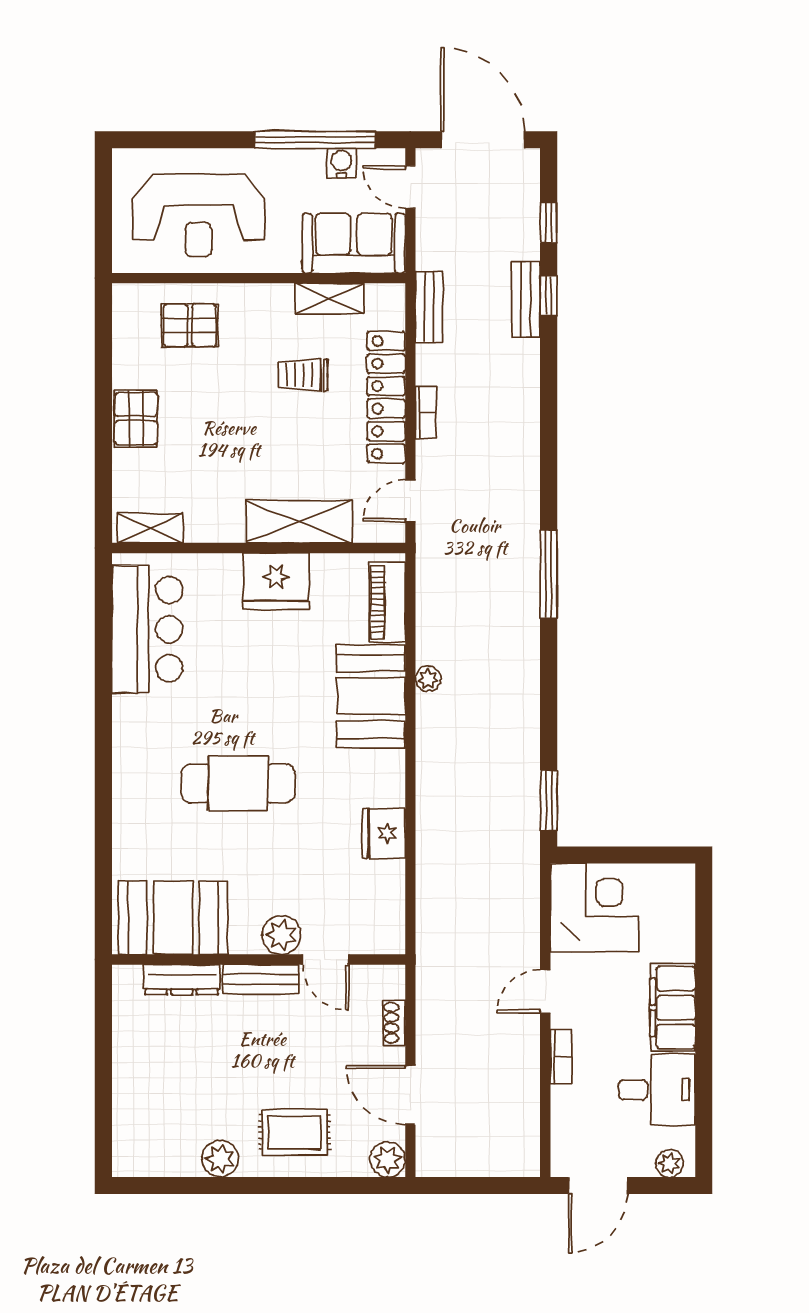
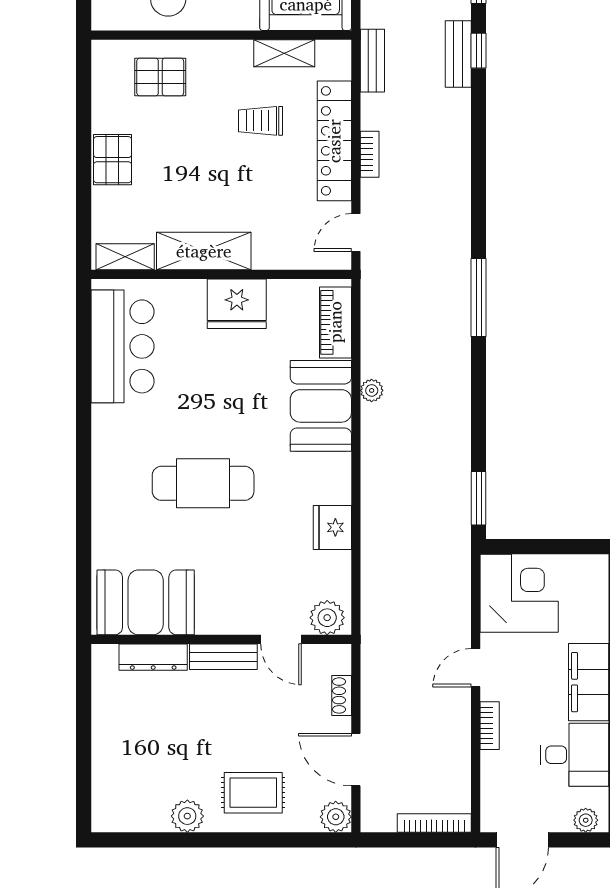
shelving: (299, 522) -> (204, 251), moved
plant: (281, 935) -> (327, 618), moved
bookcase: (499, 1166) -> (434, 823), added

